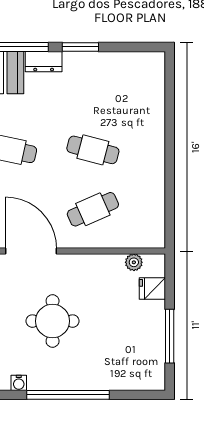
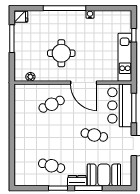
cafe table: (93, 150) -> (52, 166), moved
fridge: (152, 289) -> (21, 17), moved
round table: (53, 321) -> (61, 53), moved

